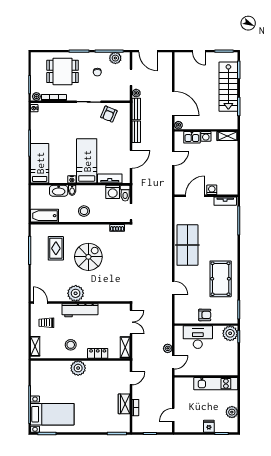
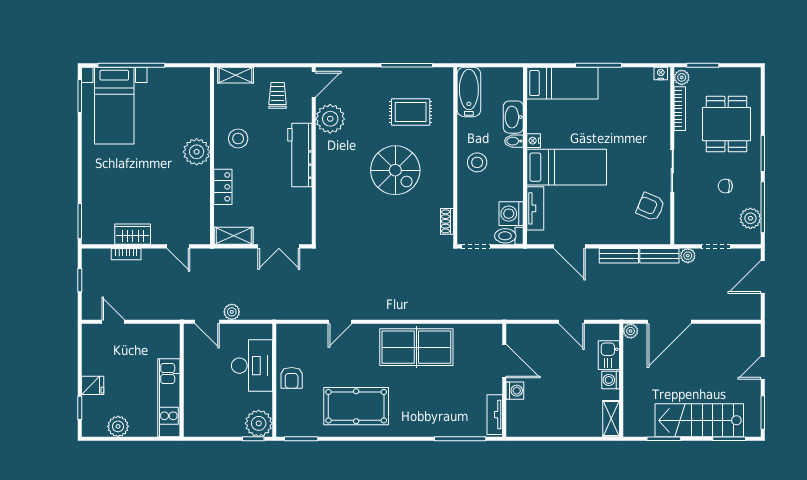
plant: (76, 293) -> (330, 119), moved

